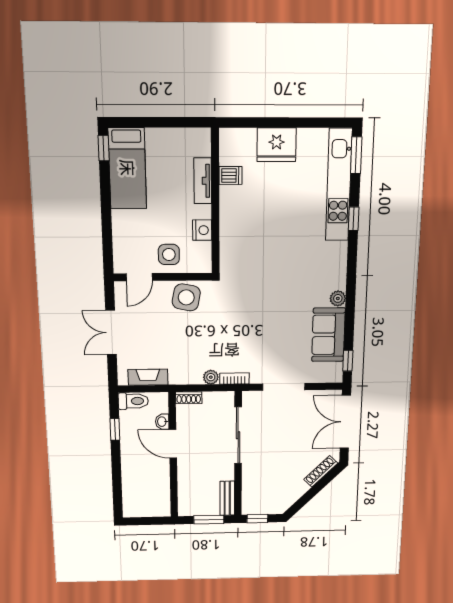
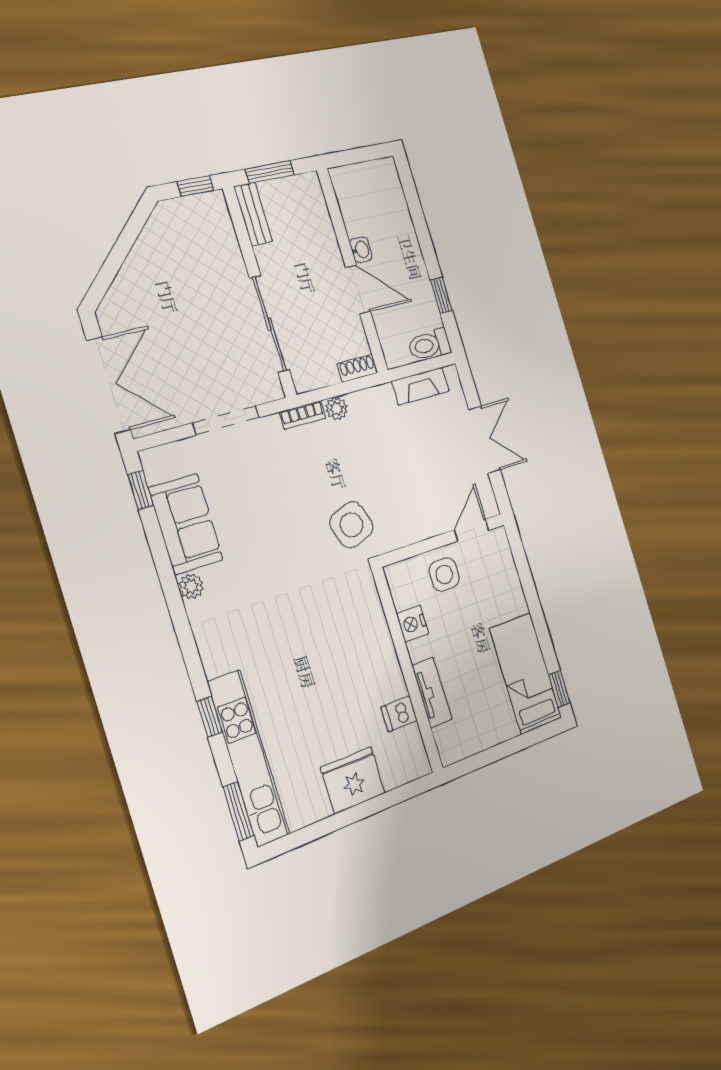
side table: (186, 297) -> (351, 525), moved, turned -30
washbasin: (162, 422) -> (361, 250), moved
shoe rack: (321, 471) -> (120, 289), removed

